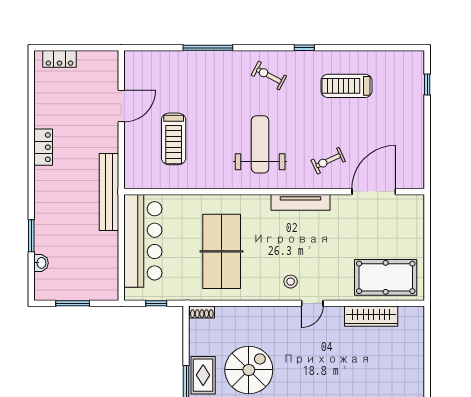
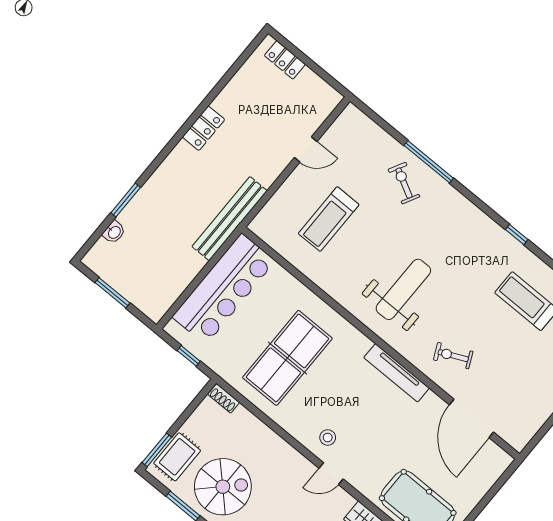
exercise bike: (269, 76) -> (404, 183), moved
door: (121, 106) -> (306, 149), width x0.73
door: (374, 192) -> (471, 418), swing flipped

